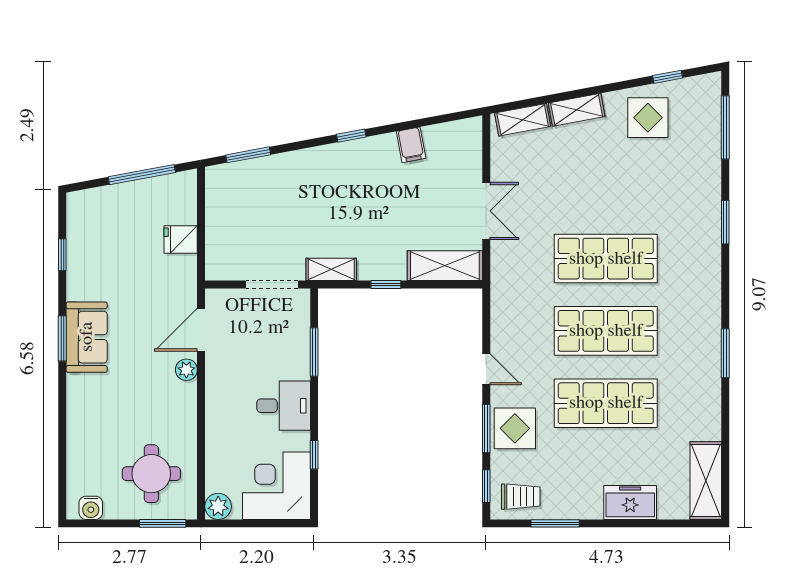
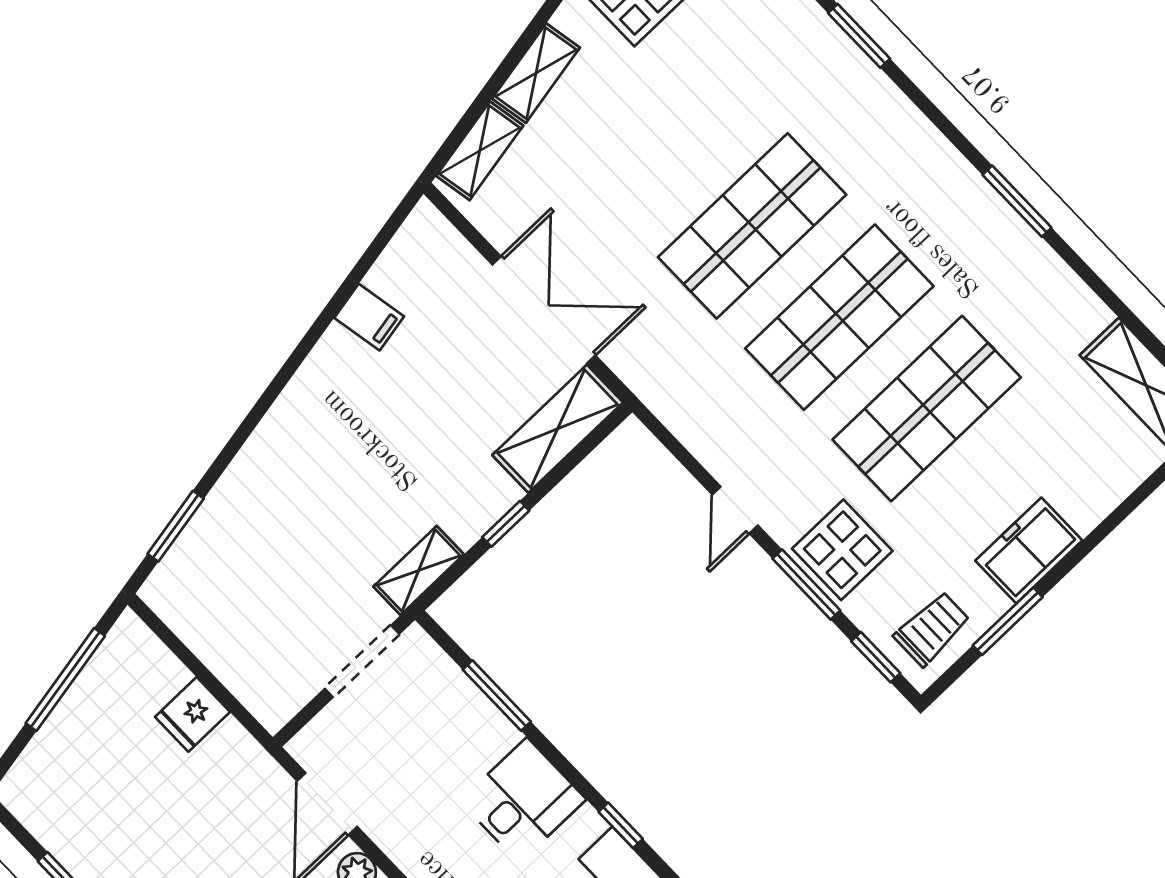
window: (351, 136) -> (283, 378), removed
double door: (486, 211) -> (544, 310), width x1.37
door: (486, 369) -> (735, 510), swing flipped
freezer: (630, 502) -> (1029, 551), moved

